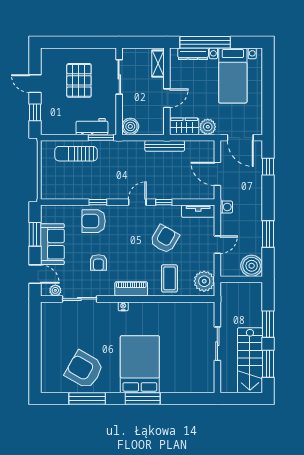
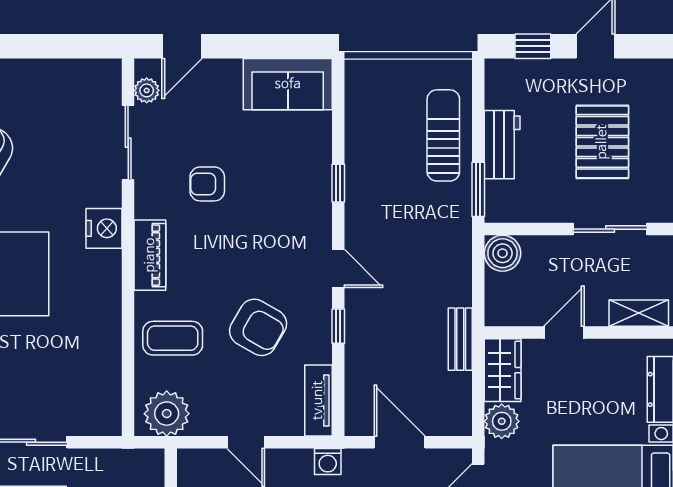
pallet: (79, 80) -> (602, 142), turned 90
door: (167, 98) -> (564, 333), swing flipped
workbench: (92, 127) -> (502, 145), moved
bench: (165, 146) -> (460, 339), width x0.73
door: (217, 174) -> (400, 442), hinge flipped
armchair: (94, 221) -> (297, 173), removed
window: (35, 234) -> (268, 46), removed
sofa: (52, 244) -> (288, 84), moved
nightstand: (123, 306) -> (104, 228), width x1.89, depth x1.79

